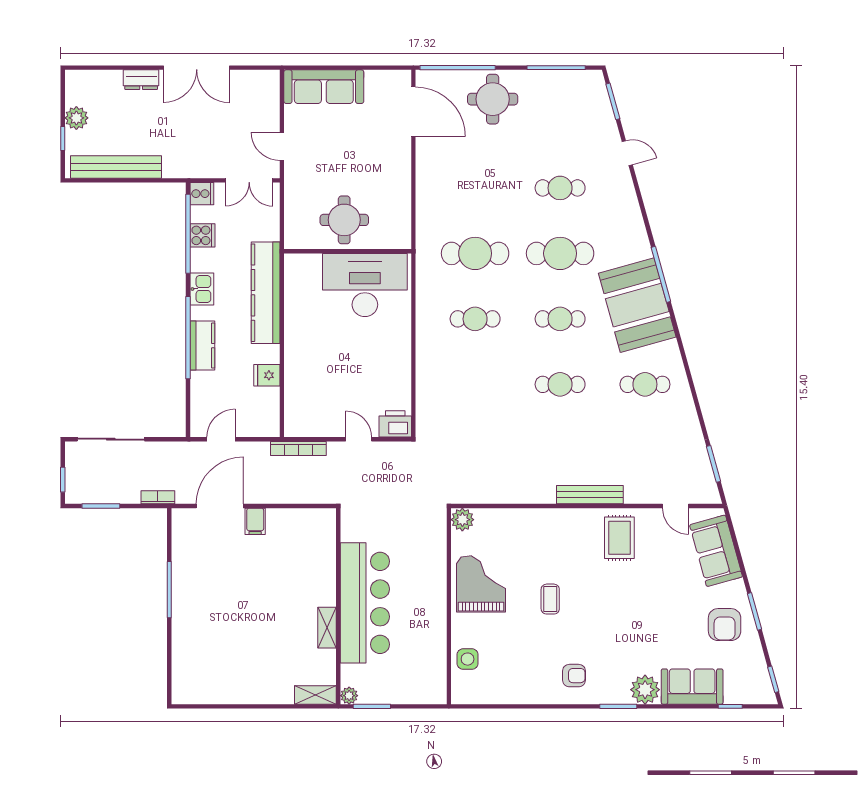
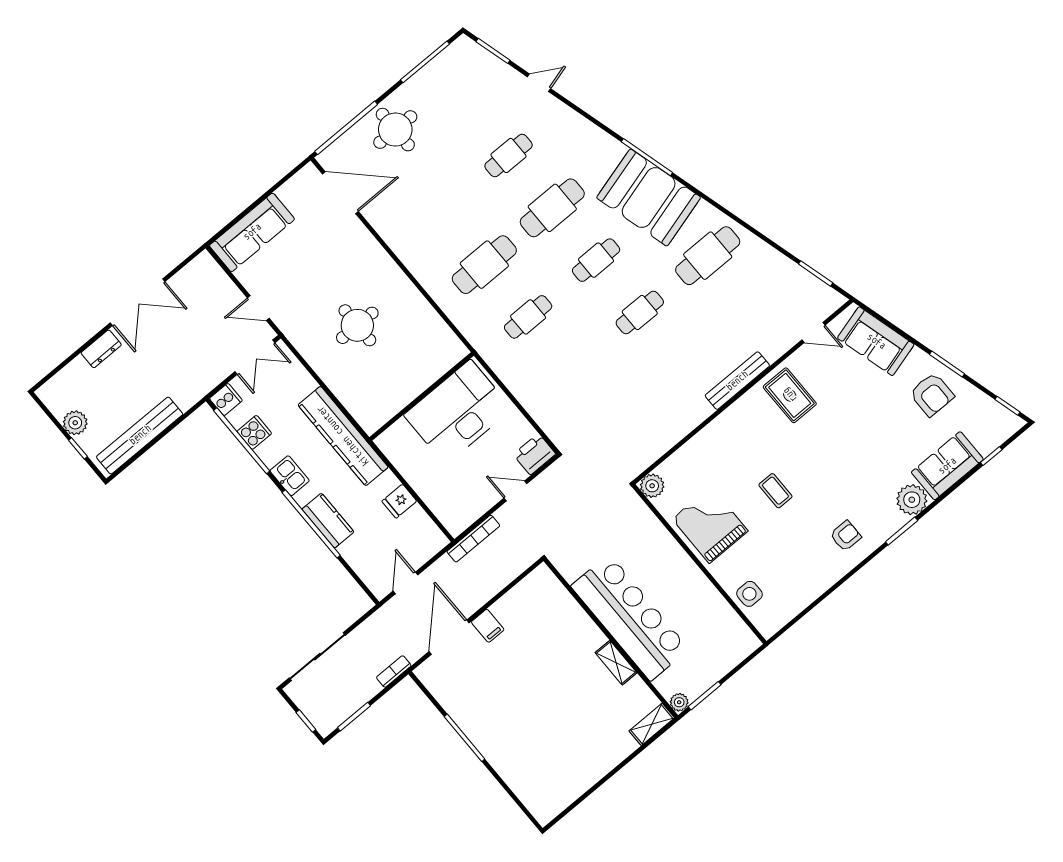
wall: (348, 251) -> (422, 396), moved
desk: (365, 285) -> (458, 412), moved
cafe table: (645, 384) -> (708, 256), width x1.37, depth x1.35

